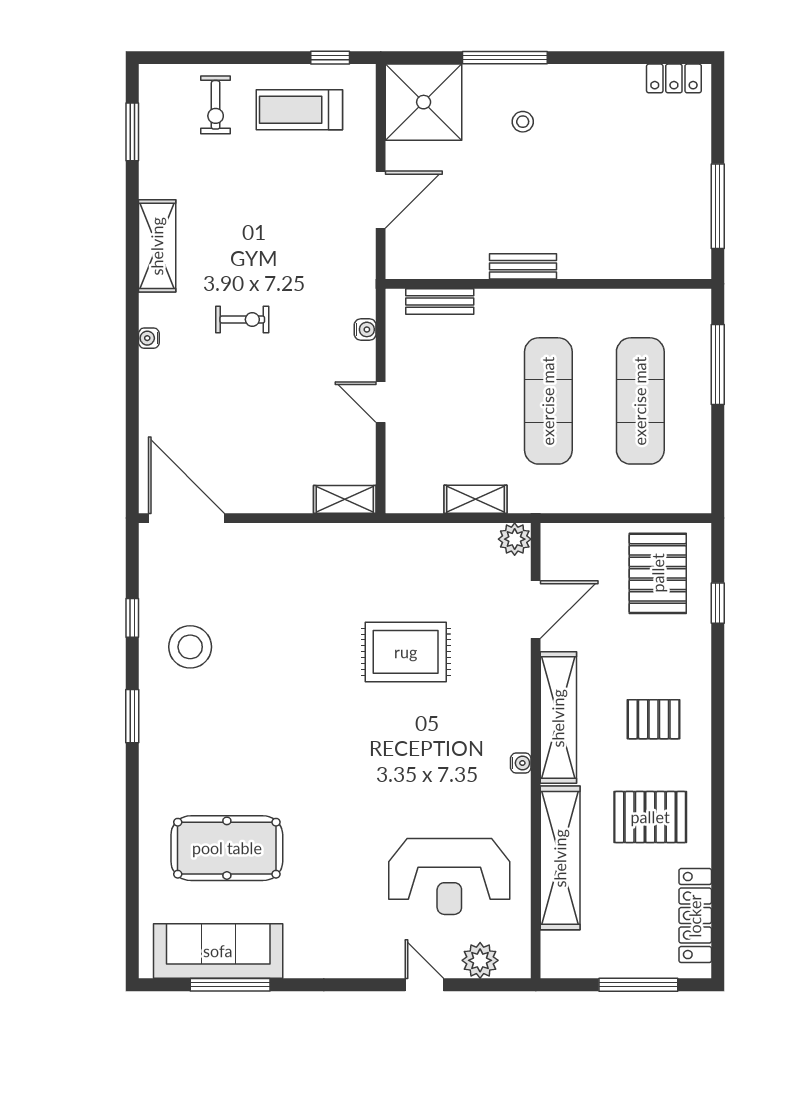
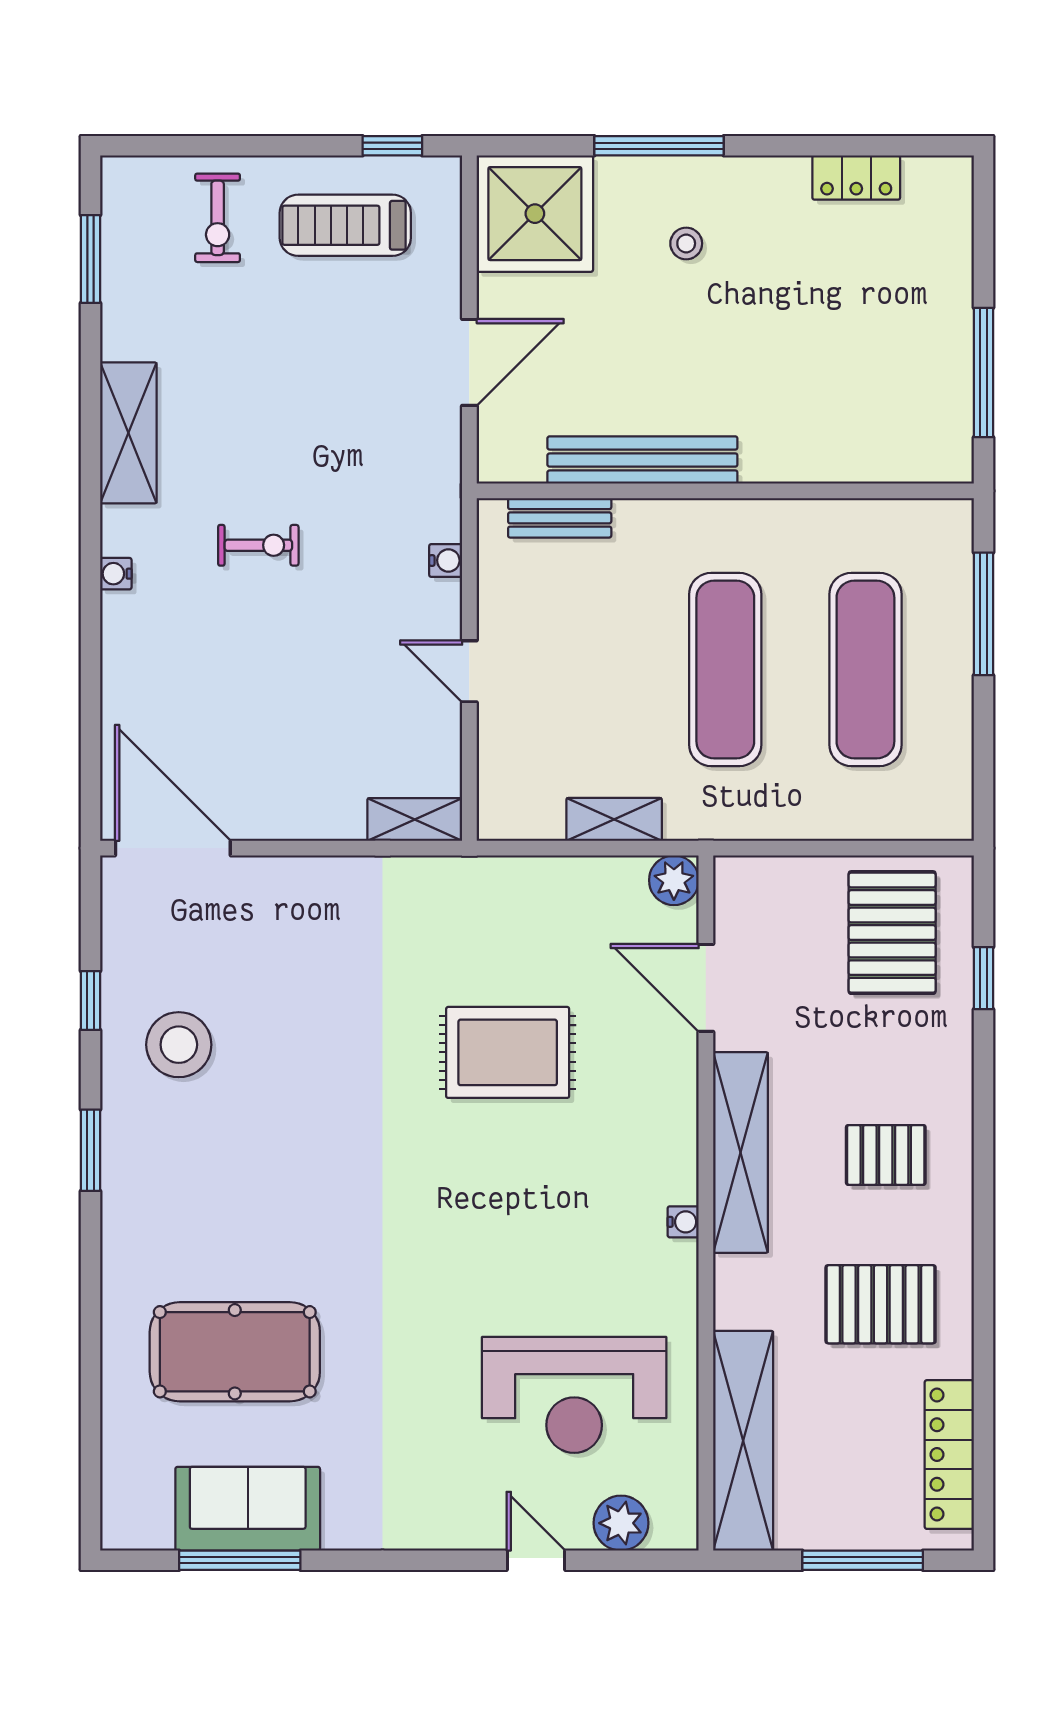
locker: (674, 78) -> (856, 178), moved
bench: (523, 266) -> (642, 460), width x1.86, depth x1.21
door: (536, 610) -> (706, 988), swing flipped
shelving: (560, 858) -> (743, 1441), moved
sofa: (218, 951) -> (248, 1509), width x0.73

